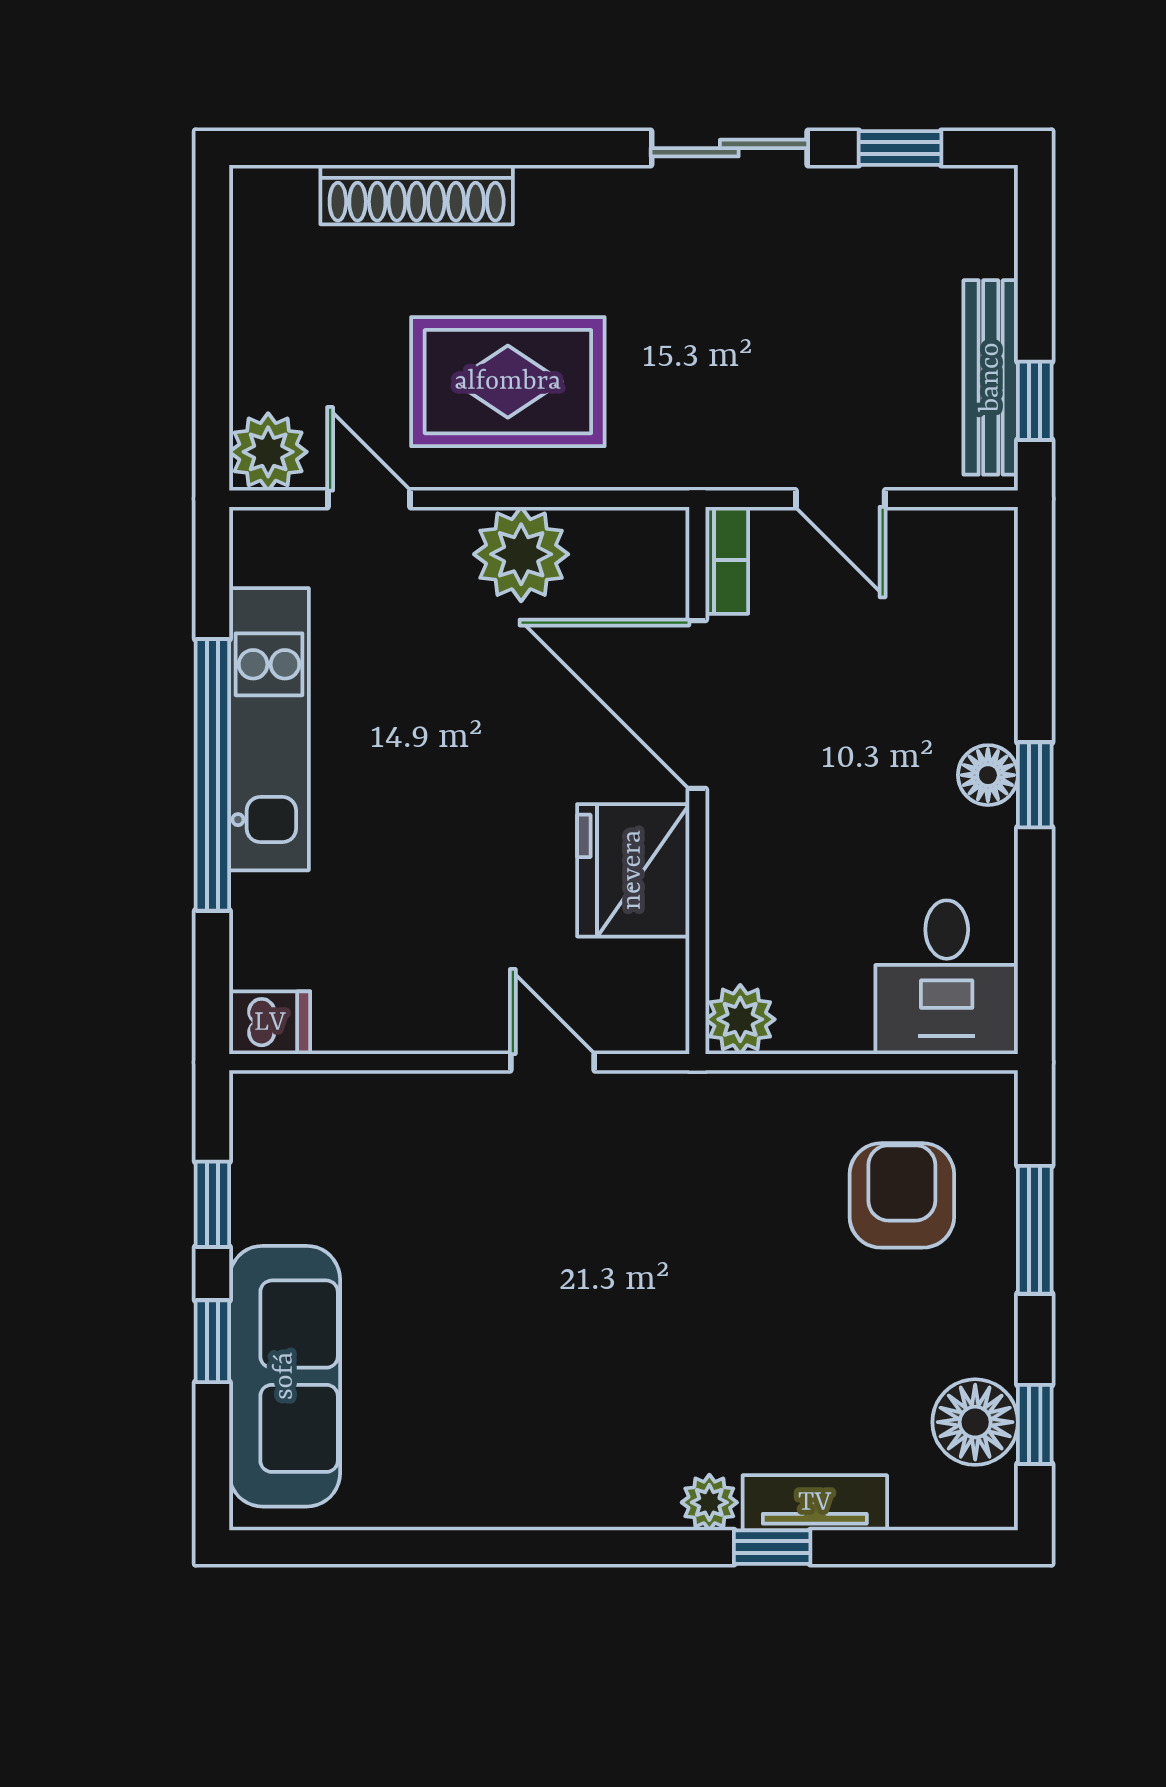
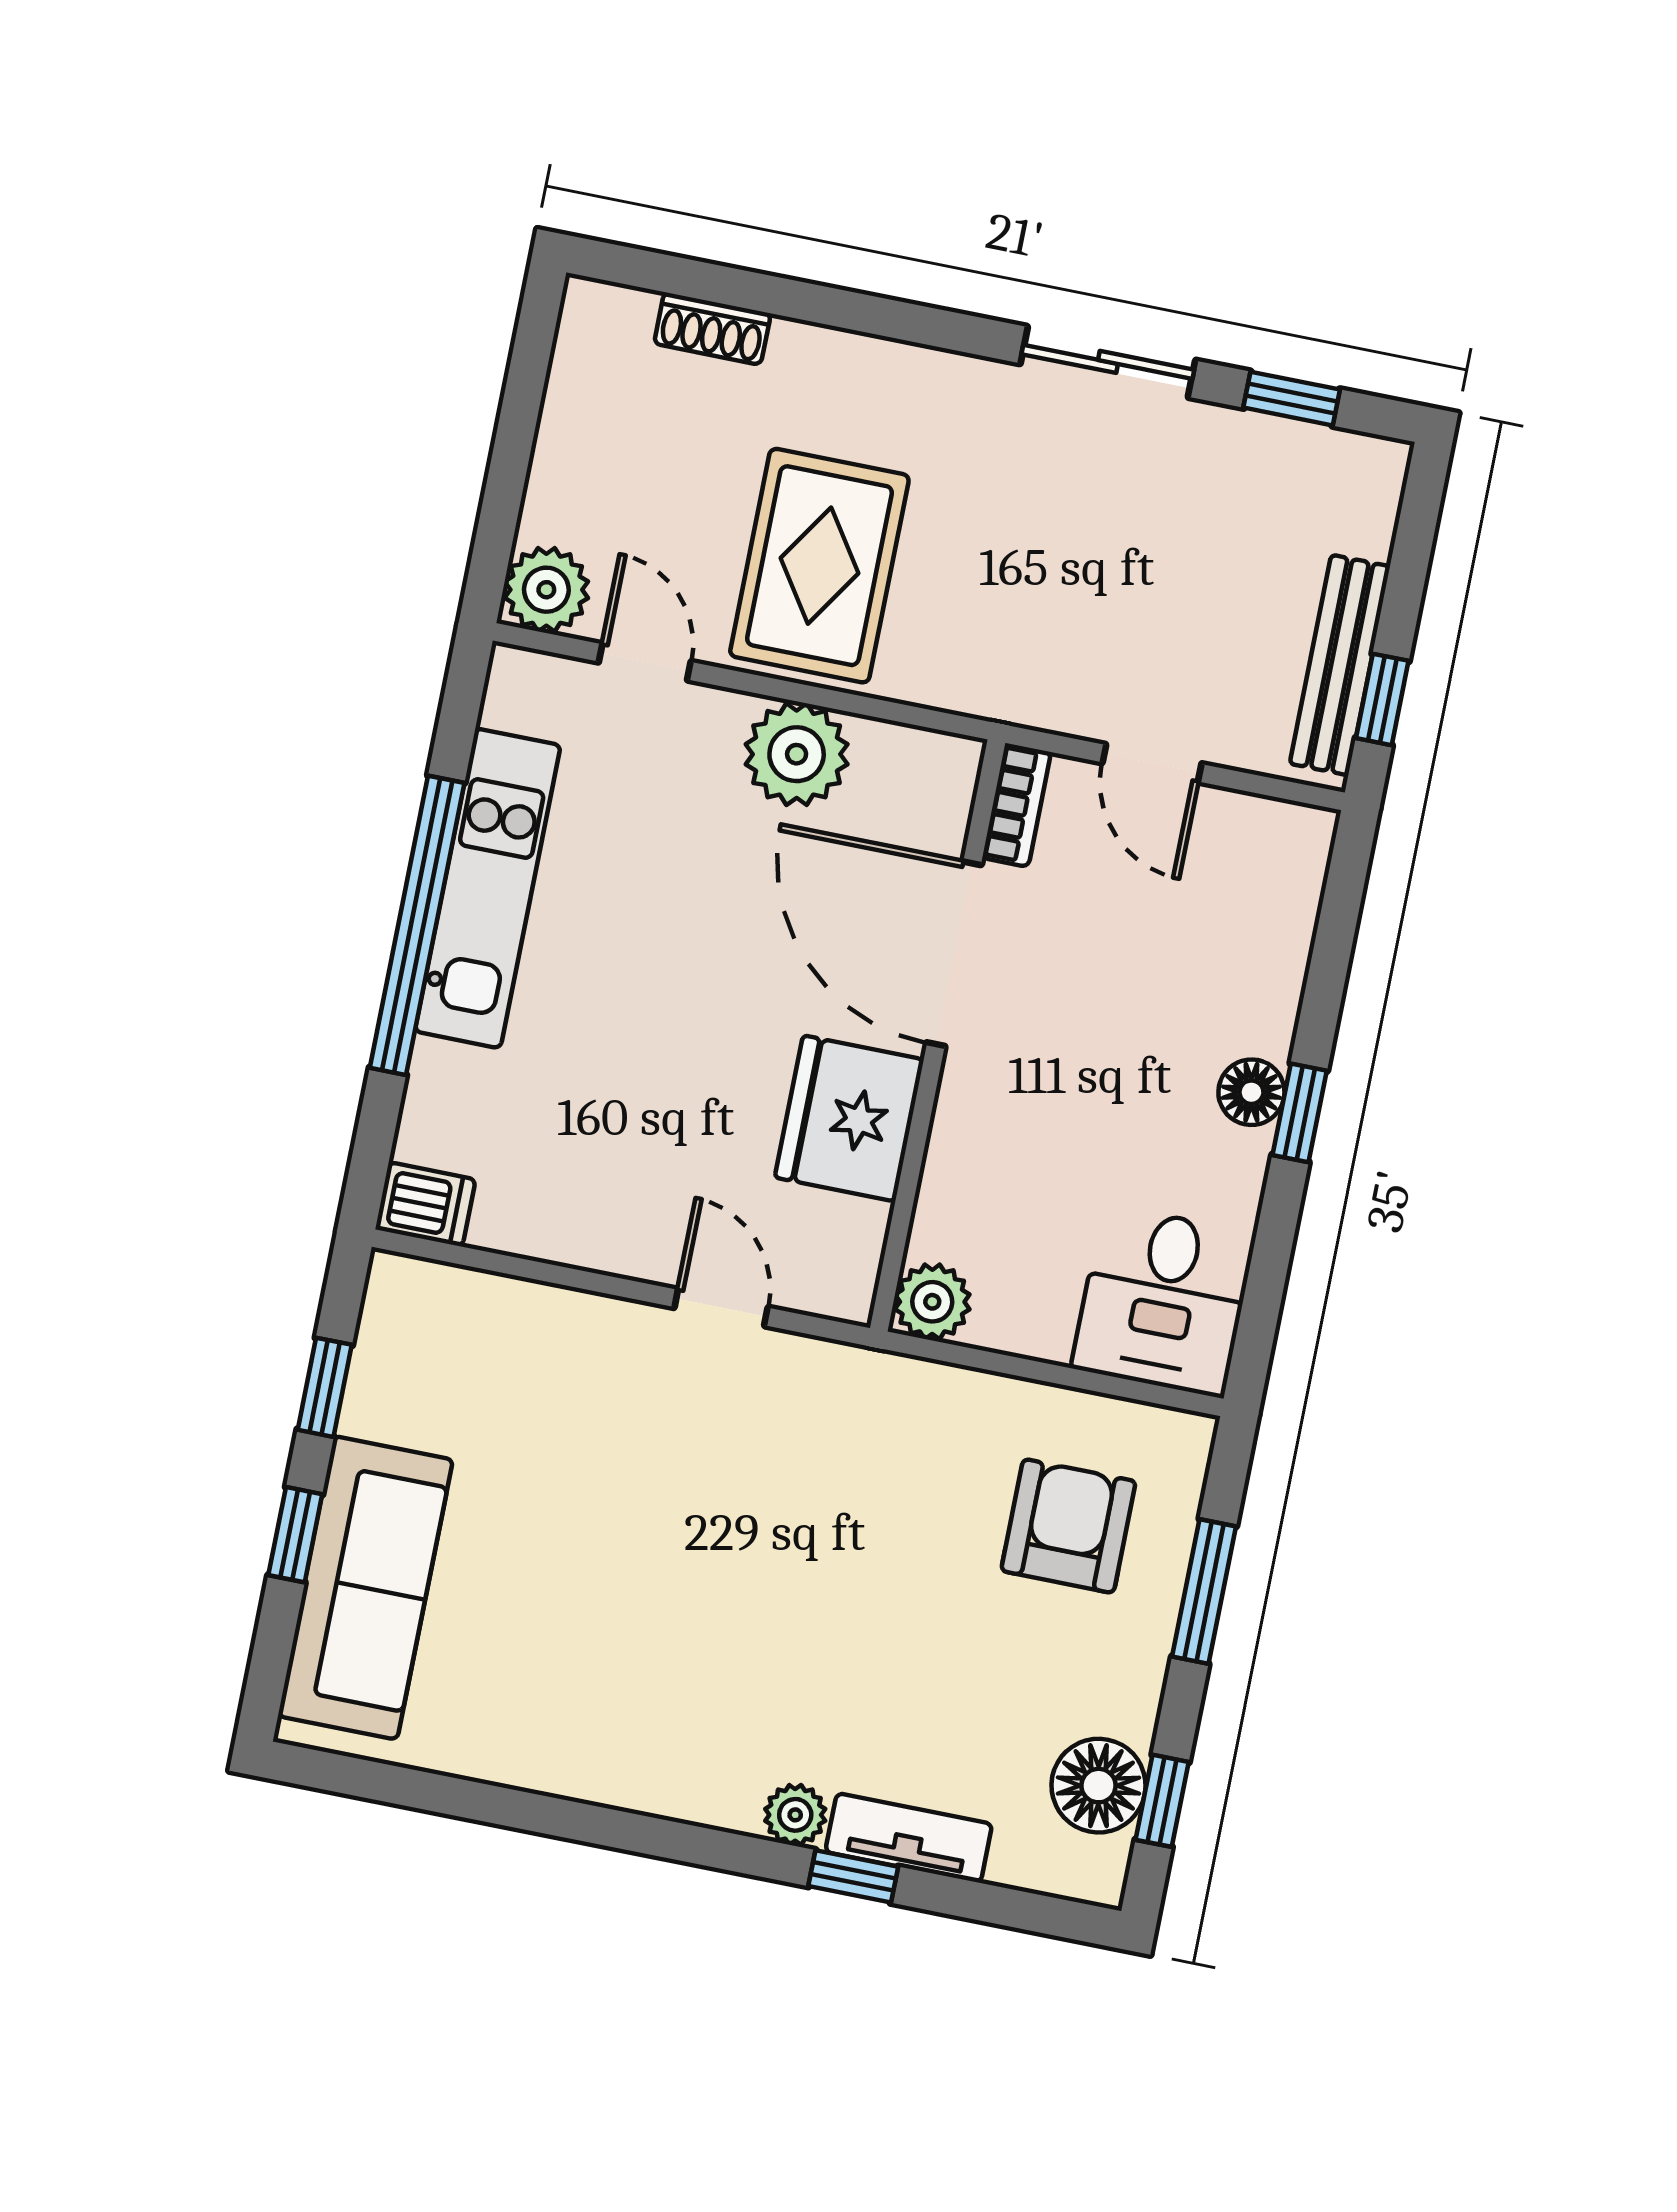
shoe rack: (417, 195) -> (712, 329), width x0.51, depth x0.81
rug: (508, 382) -> (819, 566), turned 90

